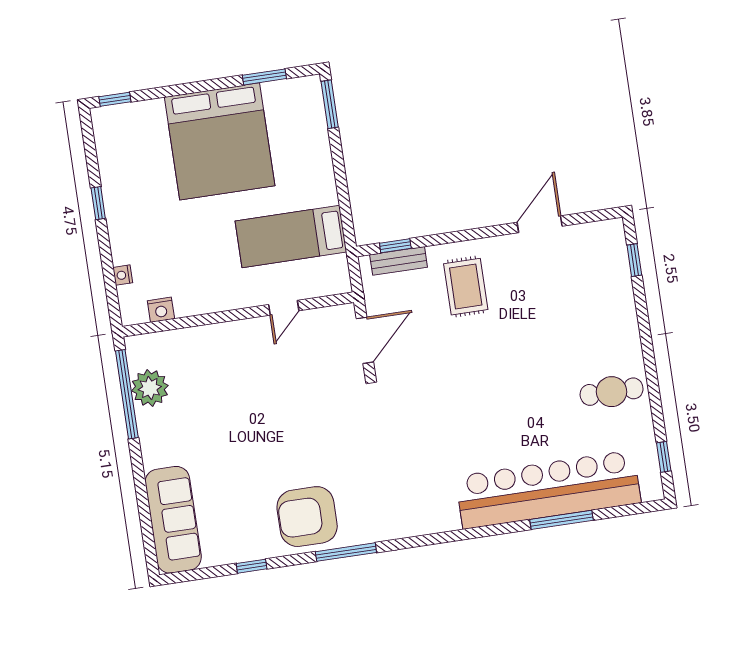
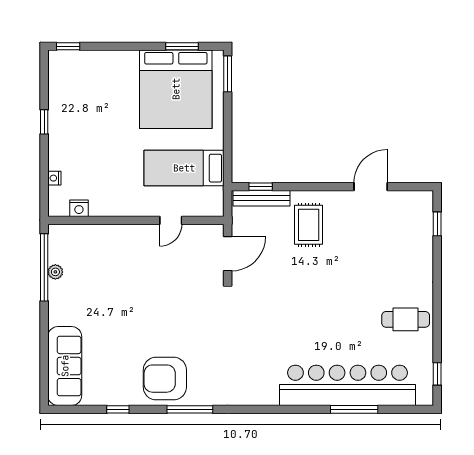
bed: (220, 141) -> (176, 89), moved
bench: (399, 261) -> (261, 198), width x1.36
plant: (150, 388) -> (55, 272), width x0.53, depth x0.53

